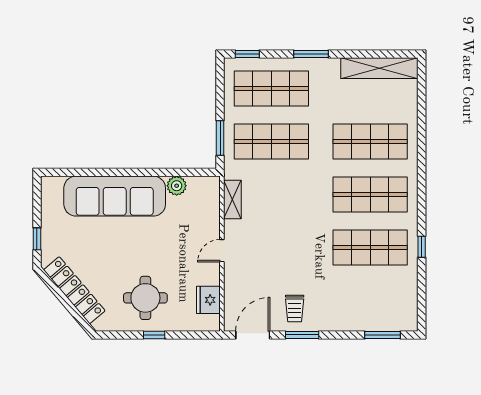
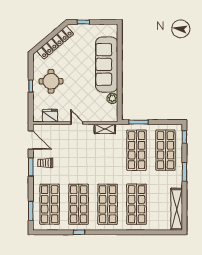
shop shelf: (370, 300) -> (50, 204), added

